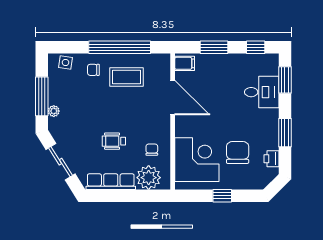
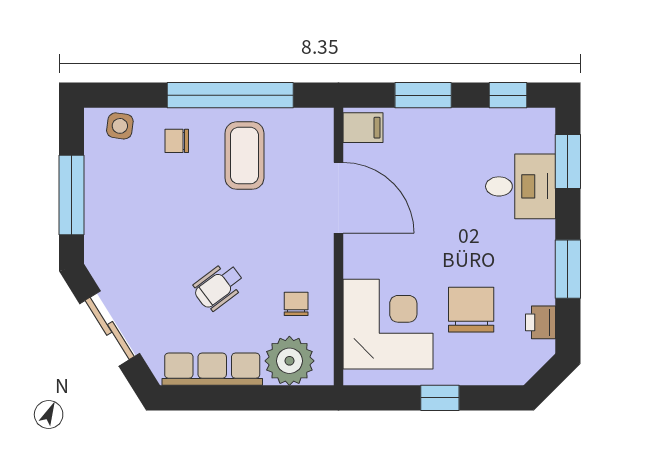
coffee table: (127, 77) -> (244, 156), turned 90
plant: (54, 111) -> (96, 225), removed
wheelchair: (114, 141) -> (219, 287), turned -37

